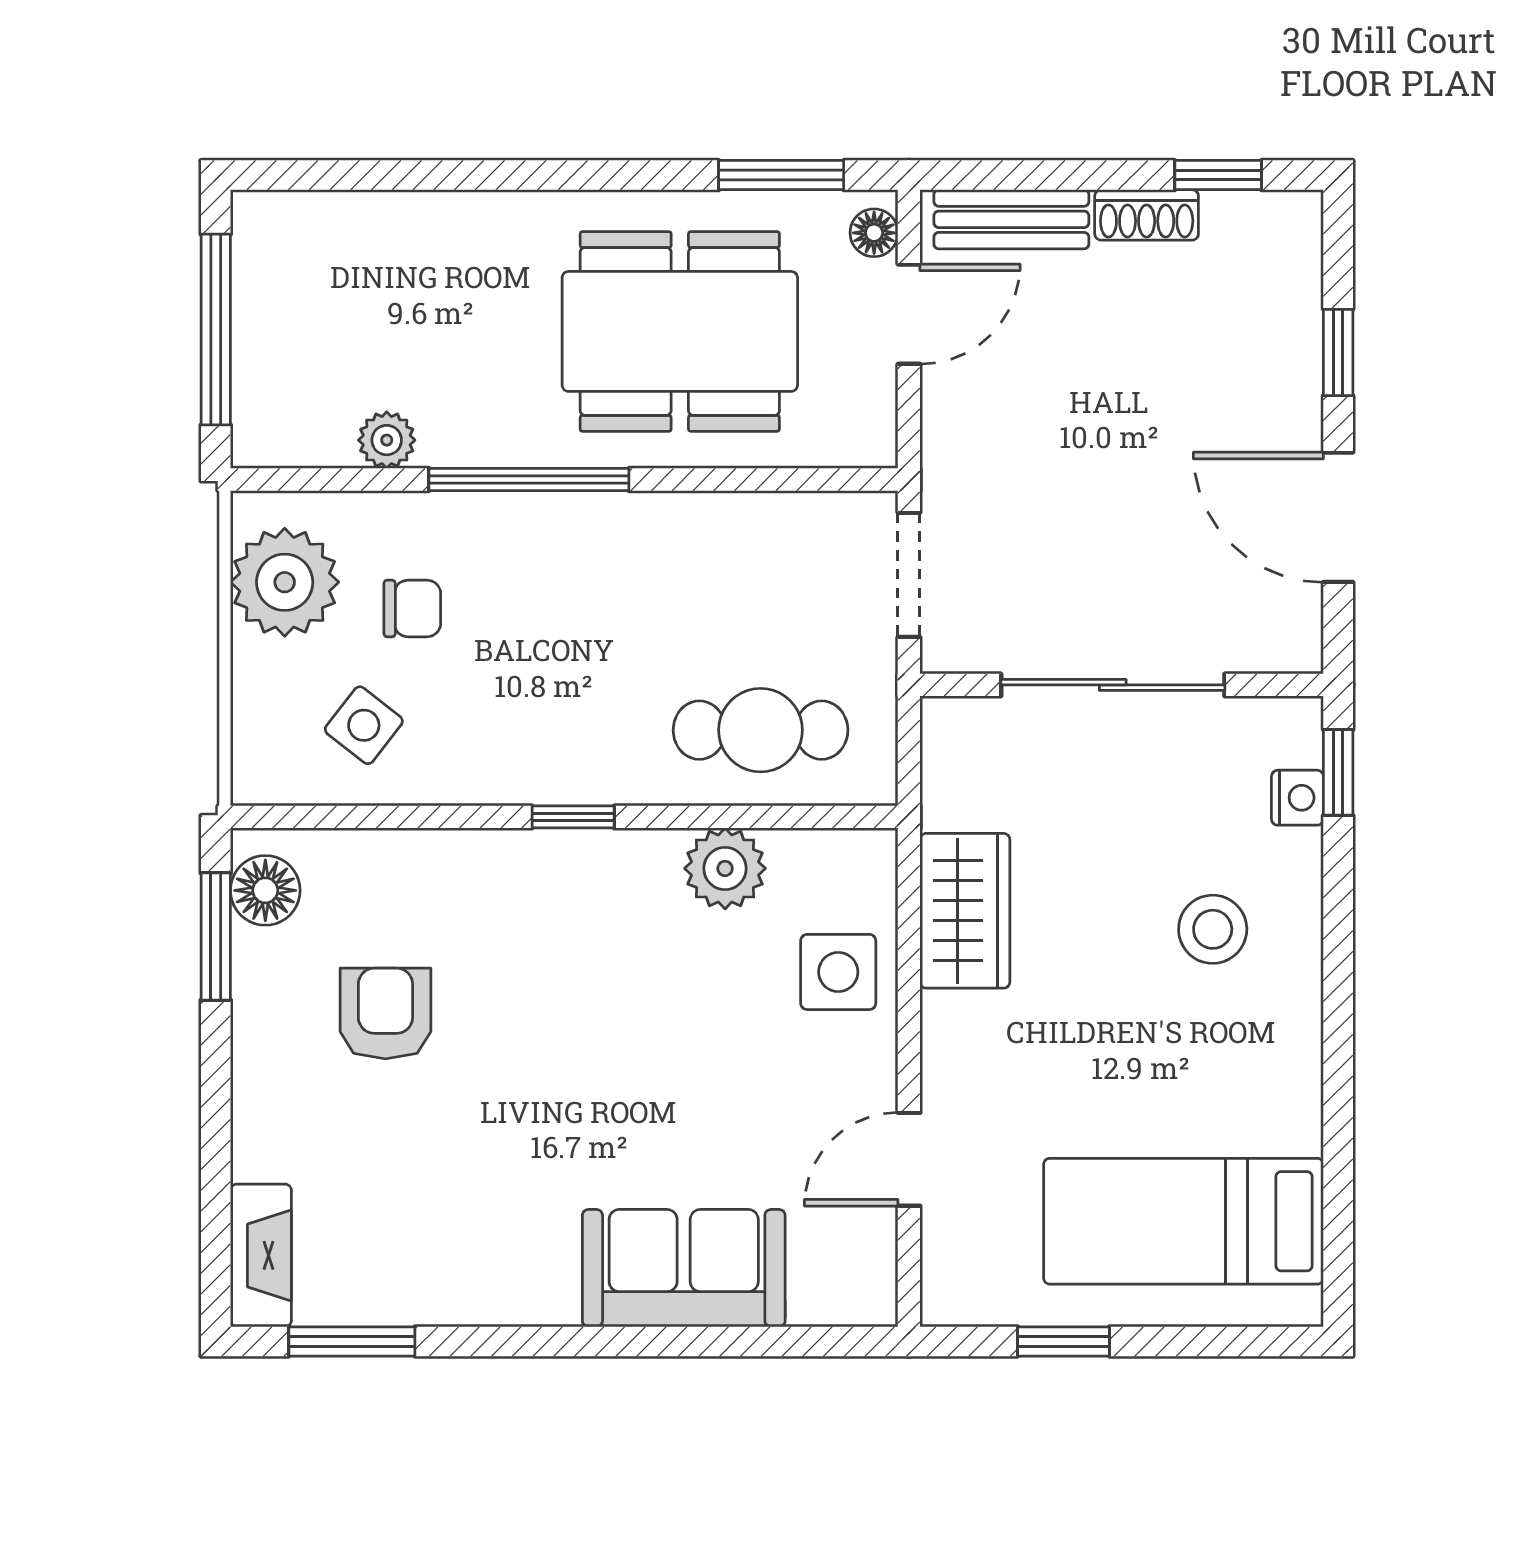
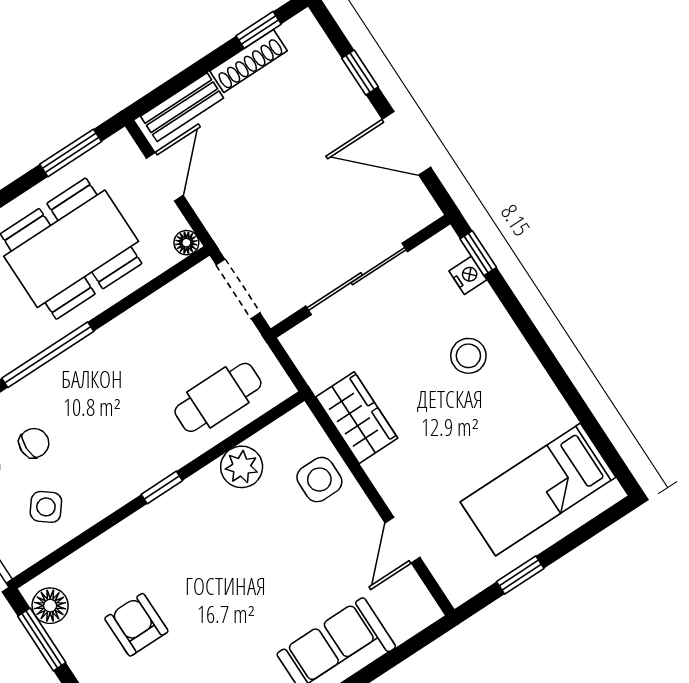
shoe rack: (1147, 215) -> (249, 61), width x1.43
floor lamp: (874, 233) -> (186, 243), moved

